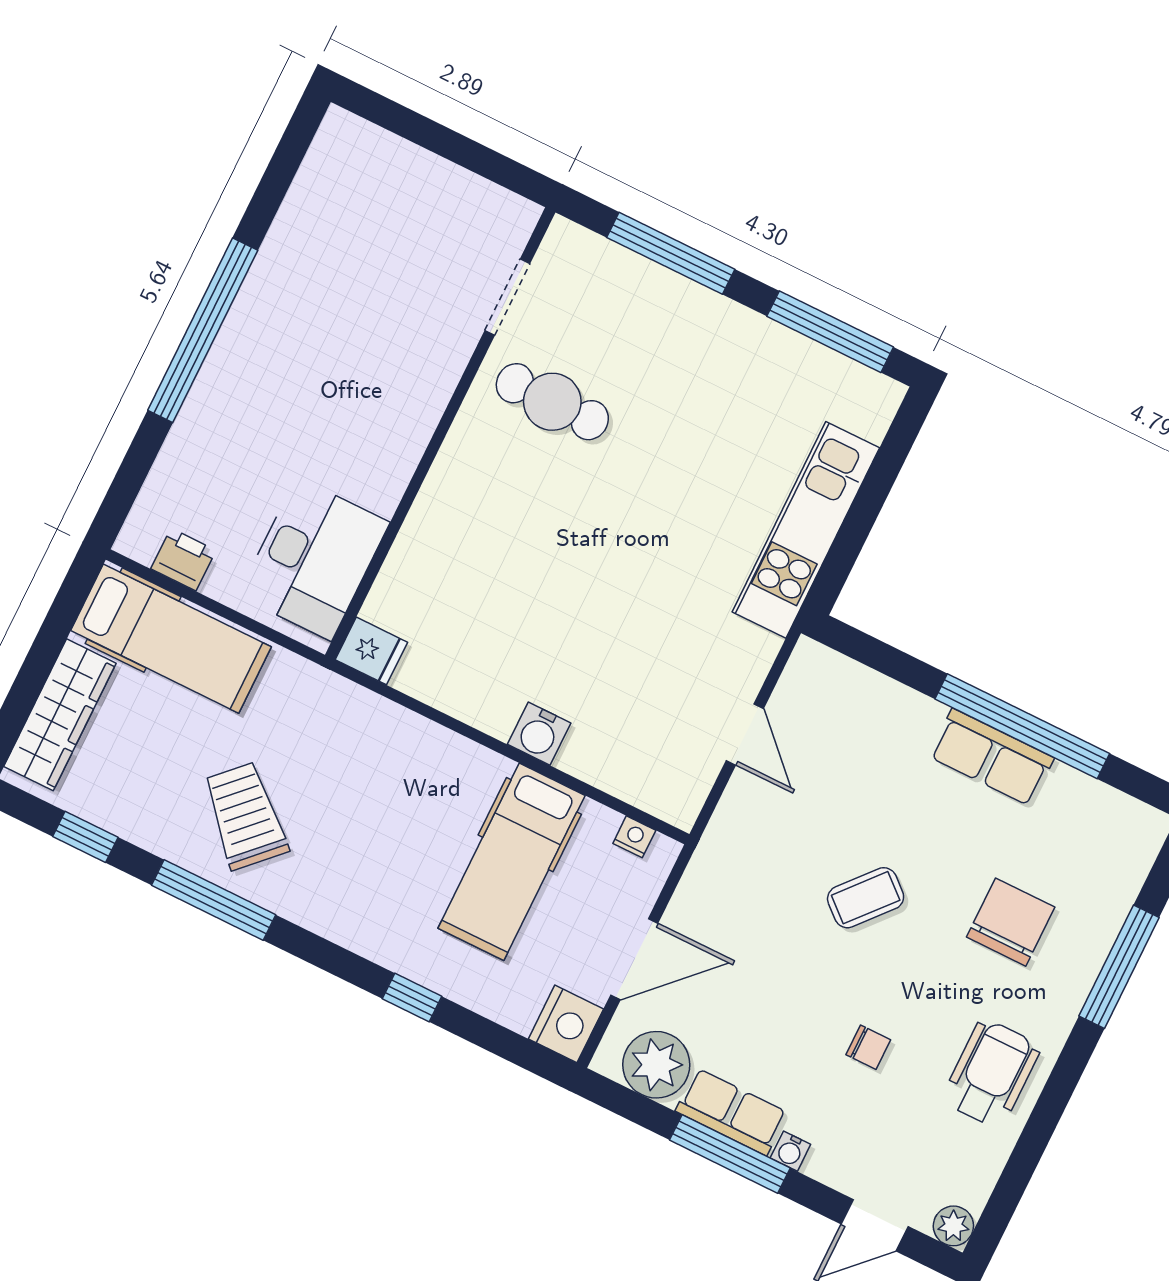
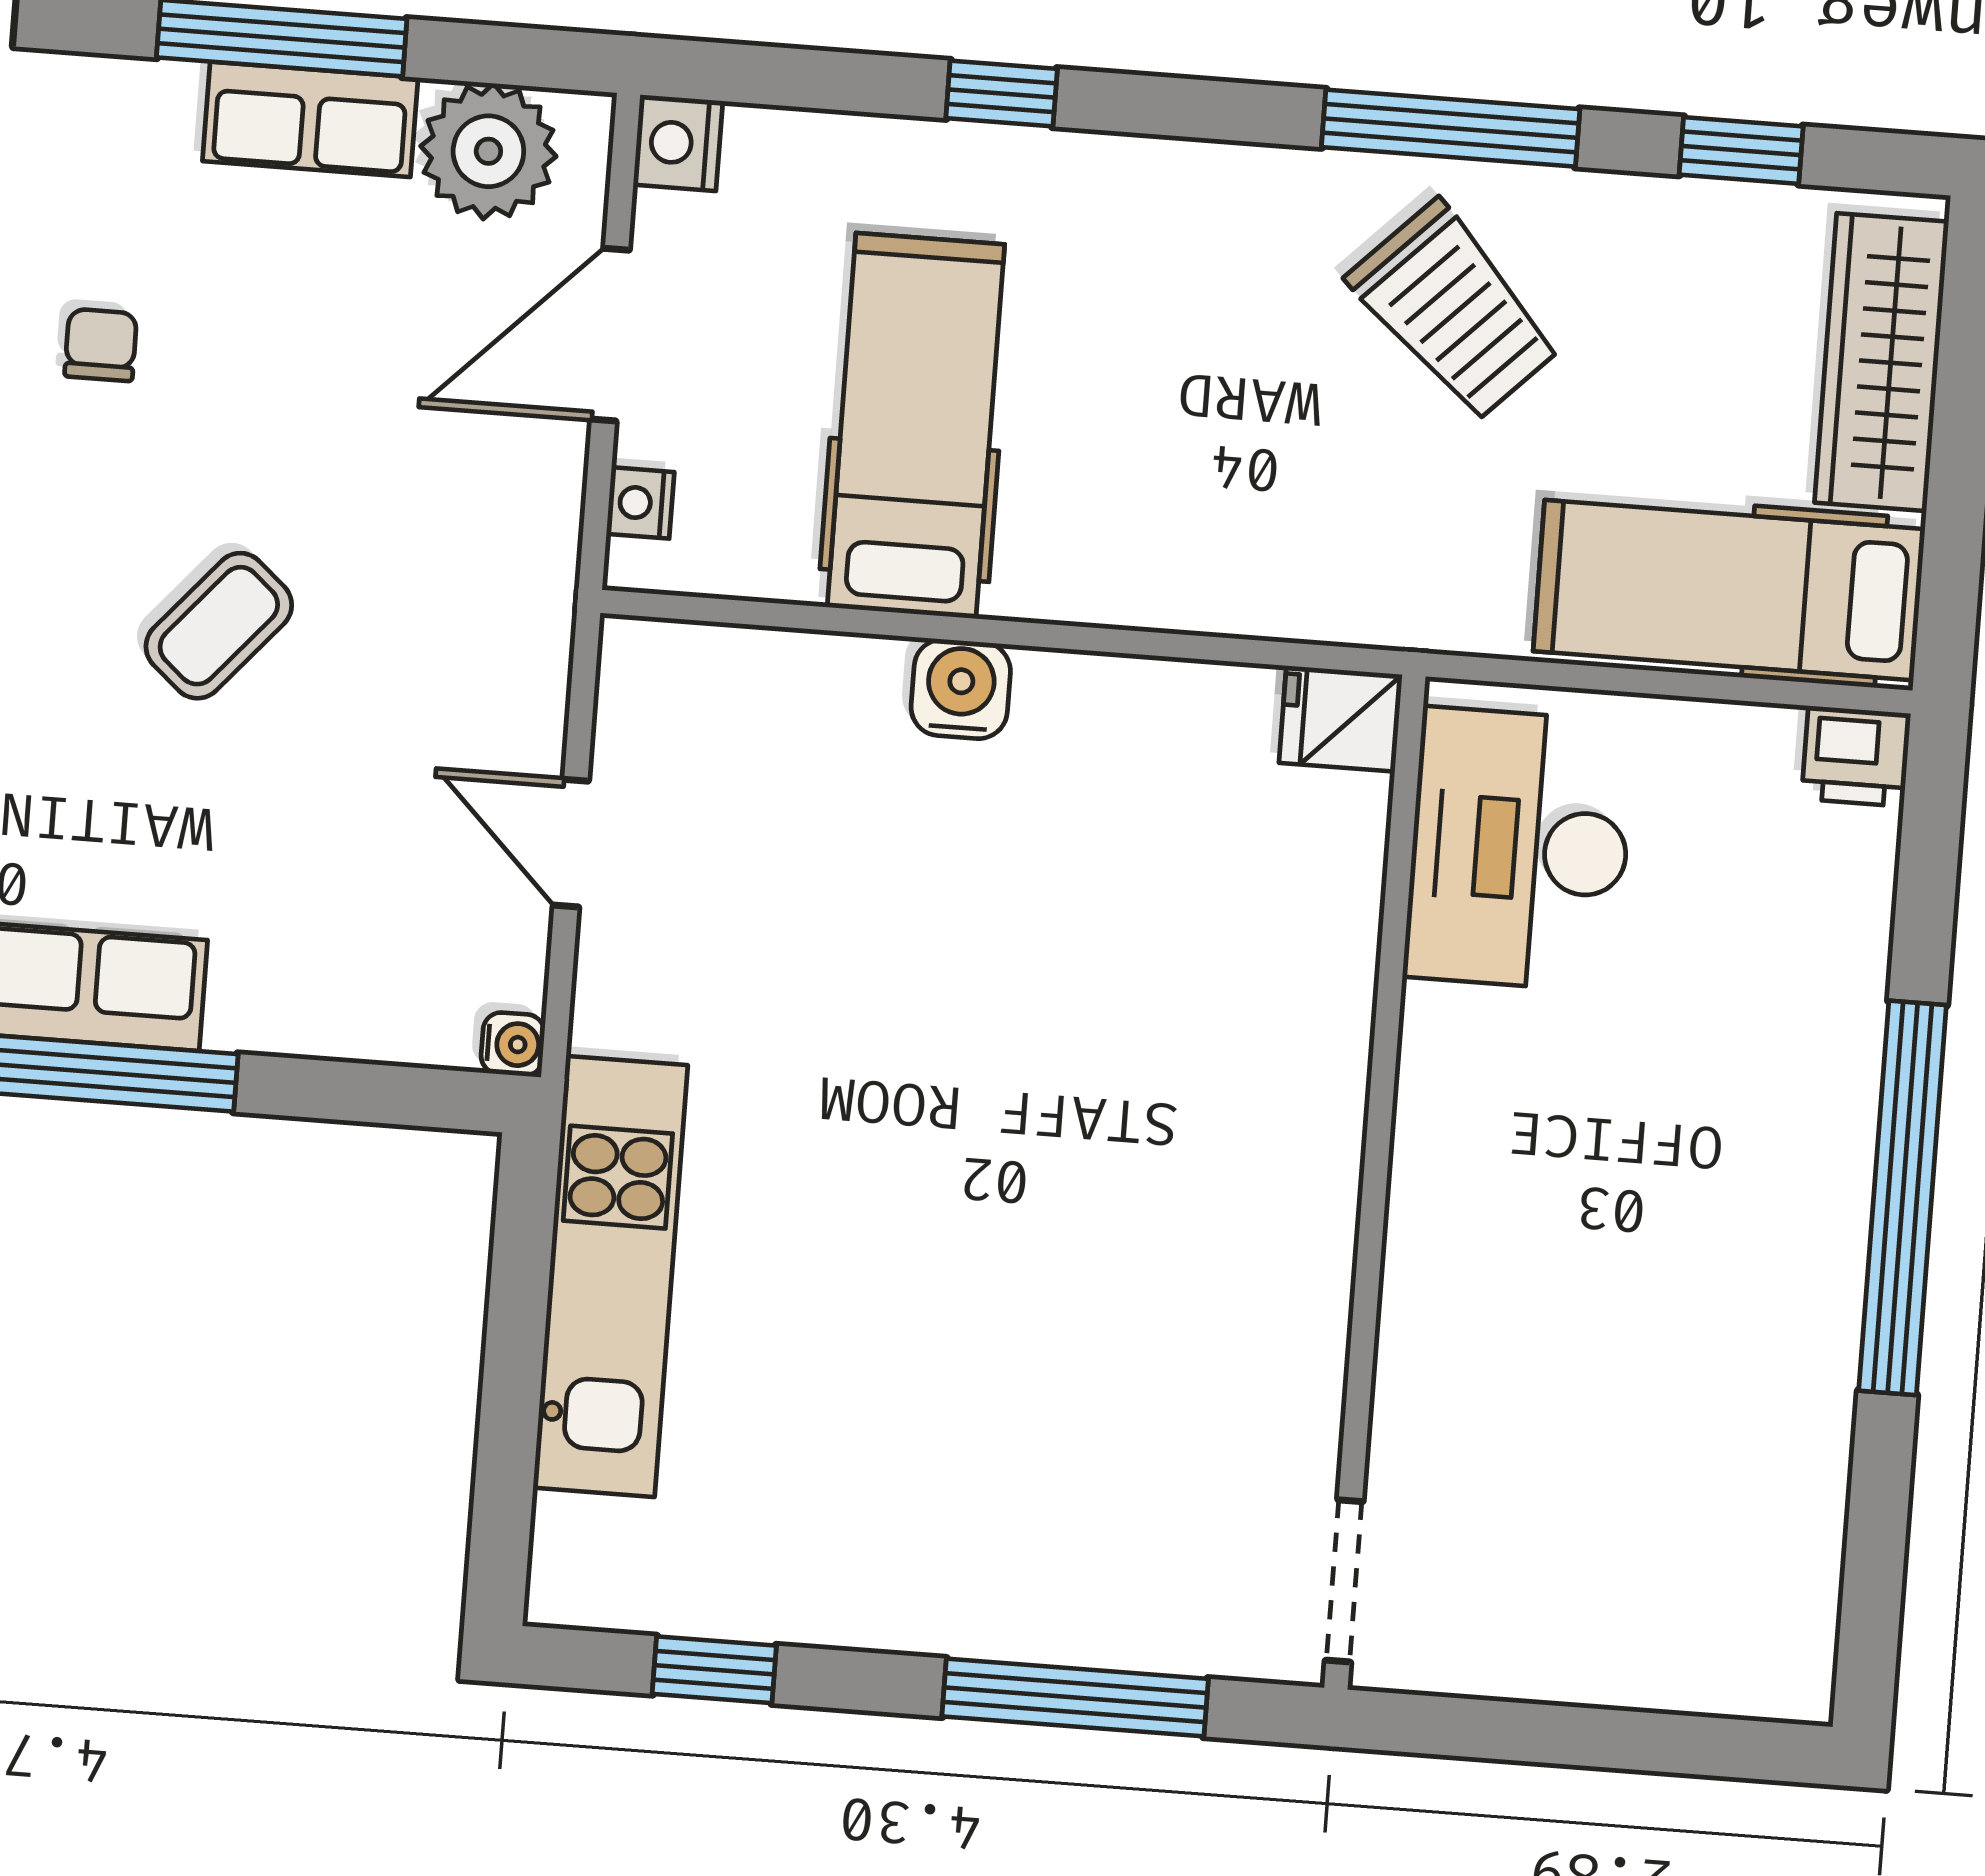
doorway: (507, 297) -> (1344, 1581), moved
window: (830, 332) -> (714, 1670), width x0.46
cafe table: (552, 402) -> (1187, 1327), removed
printer: (183, 560) -> (1856, 756), moved
nightstand: (634, 837) -> (640, 503), moved, turned 90
nightstand: (566, 1024) -> (678, 143), width x0.74, depth x0.75
chair: (868, 1047) -> (101, 345), turned 90
water cooler: (790, 1151) -> (513, 1044), moved, turned 90

